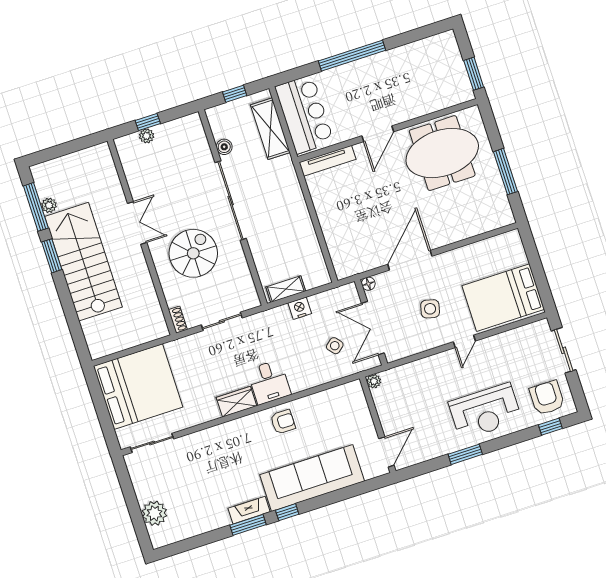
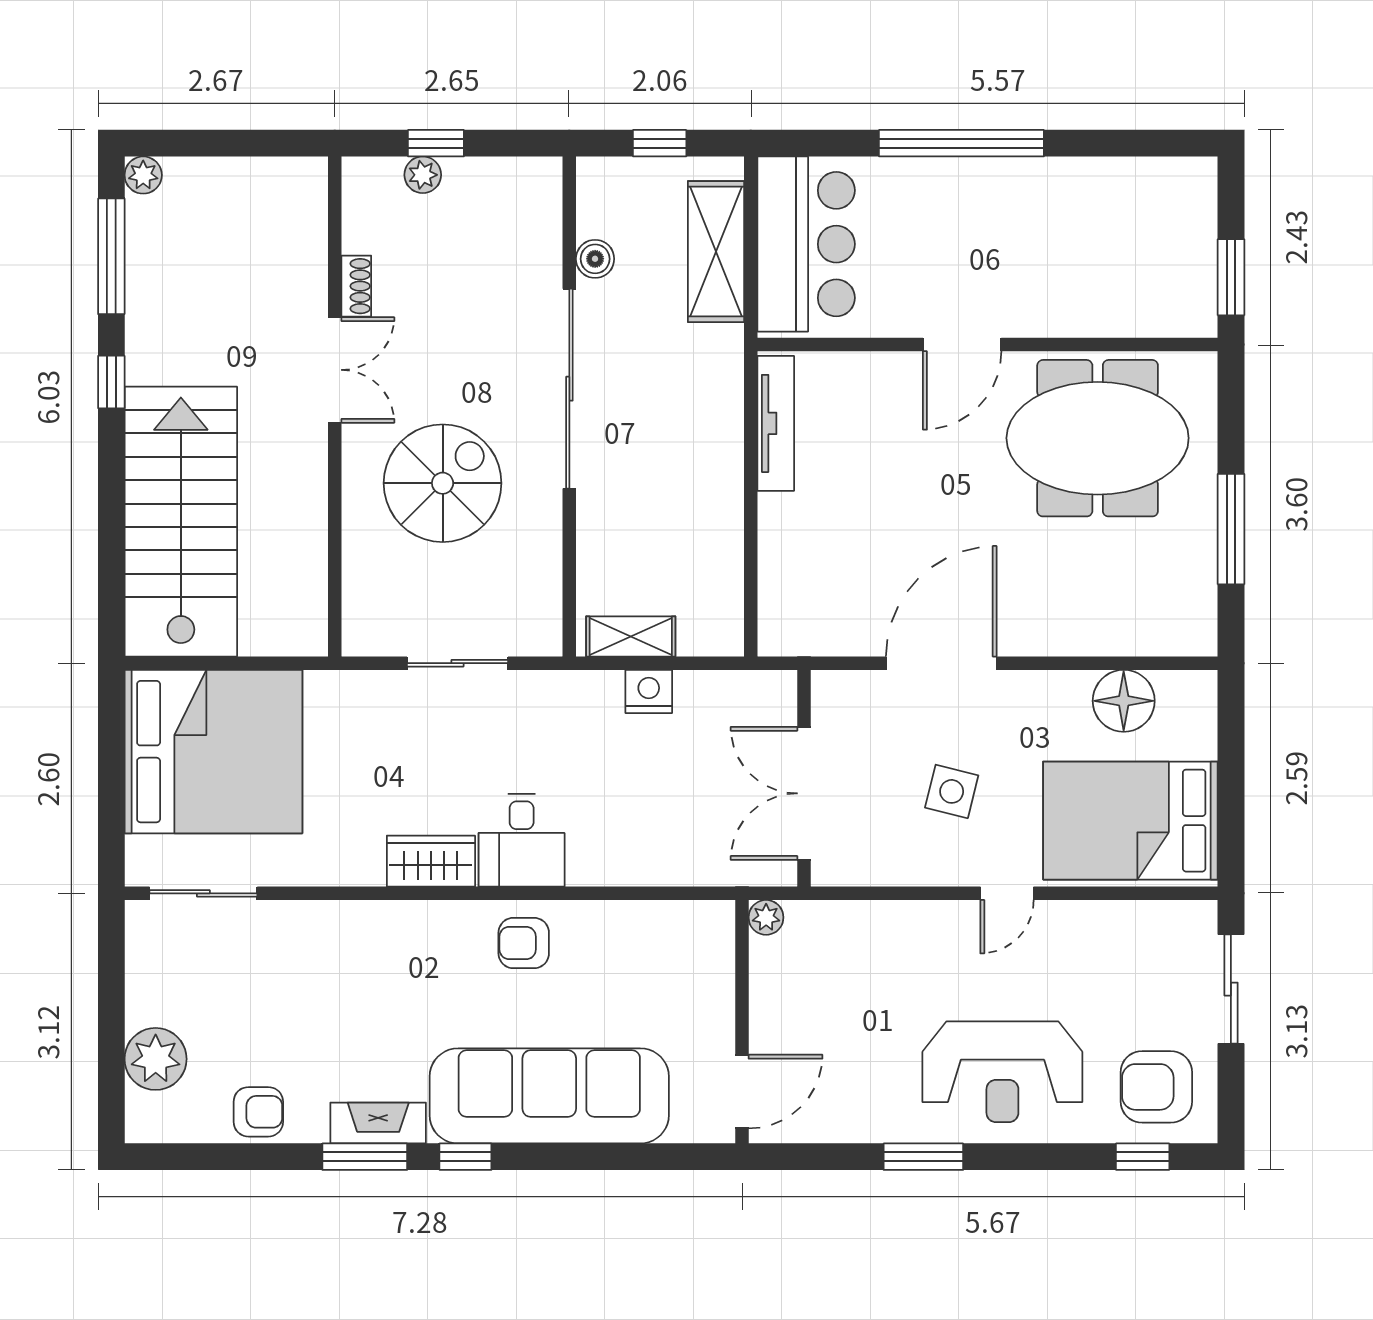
tv unit: (328, 161) -> (776, 423), moved, turned -90
plant: (49, 205) -> (143, 175), moved
window: (52, 256) -> (111, 382), width x0.67
stairs: (83, 262) -> (181, 522), moved
floor lamp: (368, 284) -> (1124, 701), moved, width x1.89, depth x1.89
shoe rack: (178, 320) -> (356, 286), moved
side table: (335, 346) -> (702, 805), removed
armchair: (547, 398) -> (1156, 1087), turned -90
armchair: (283, 422) -> (524, 943), turned 180
armchair: (201, 521) -> (258, 1112), added

